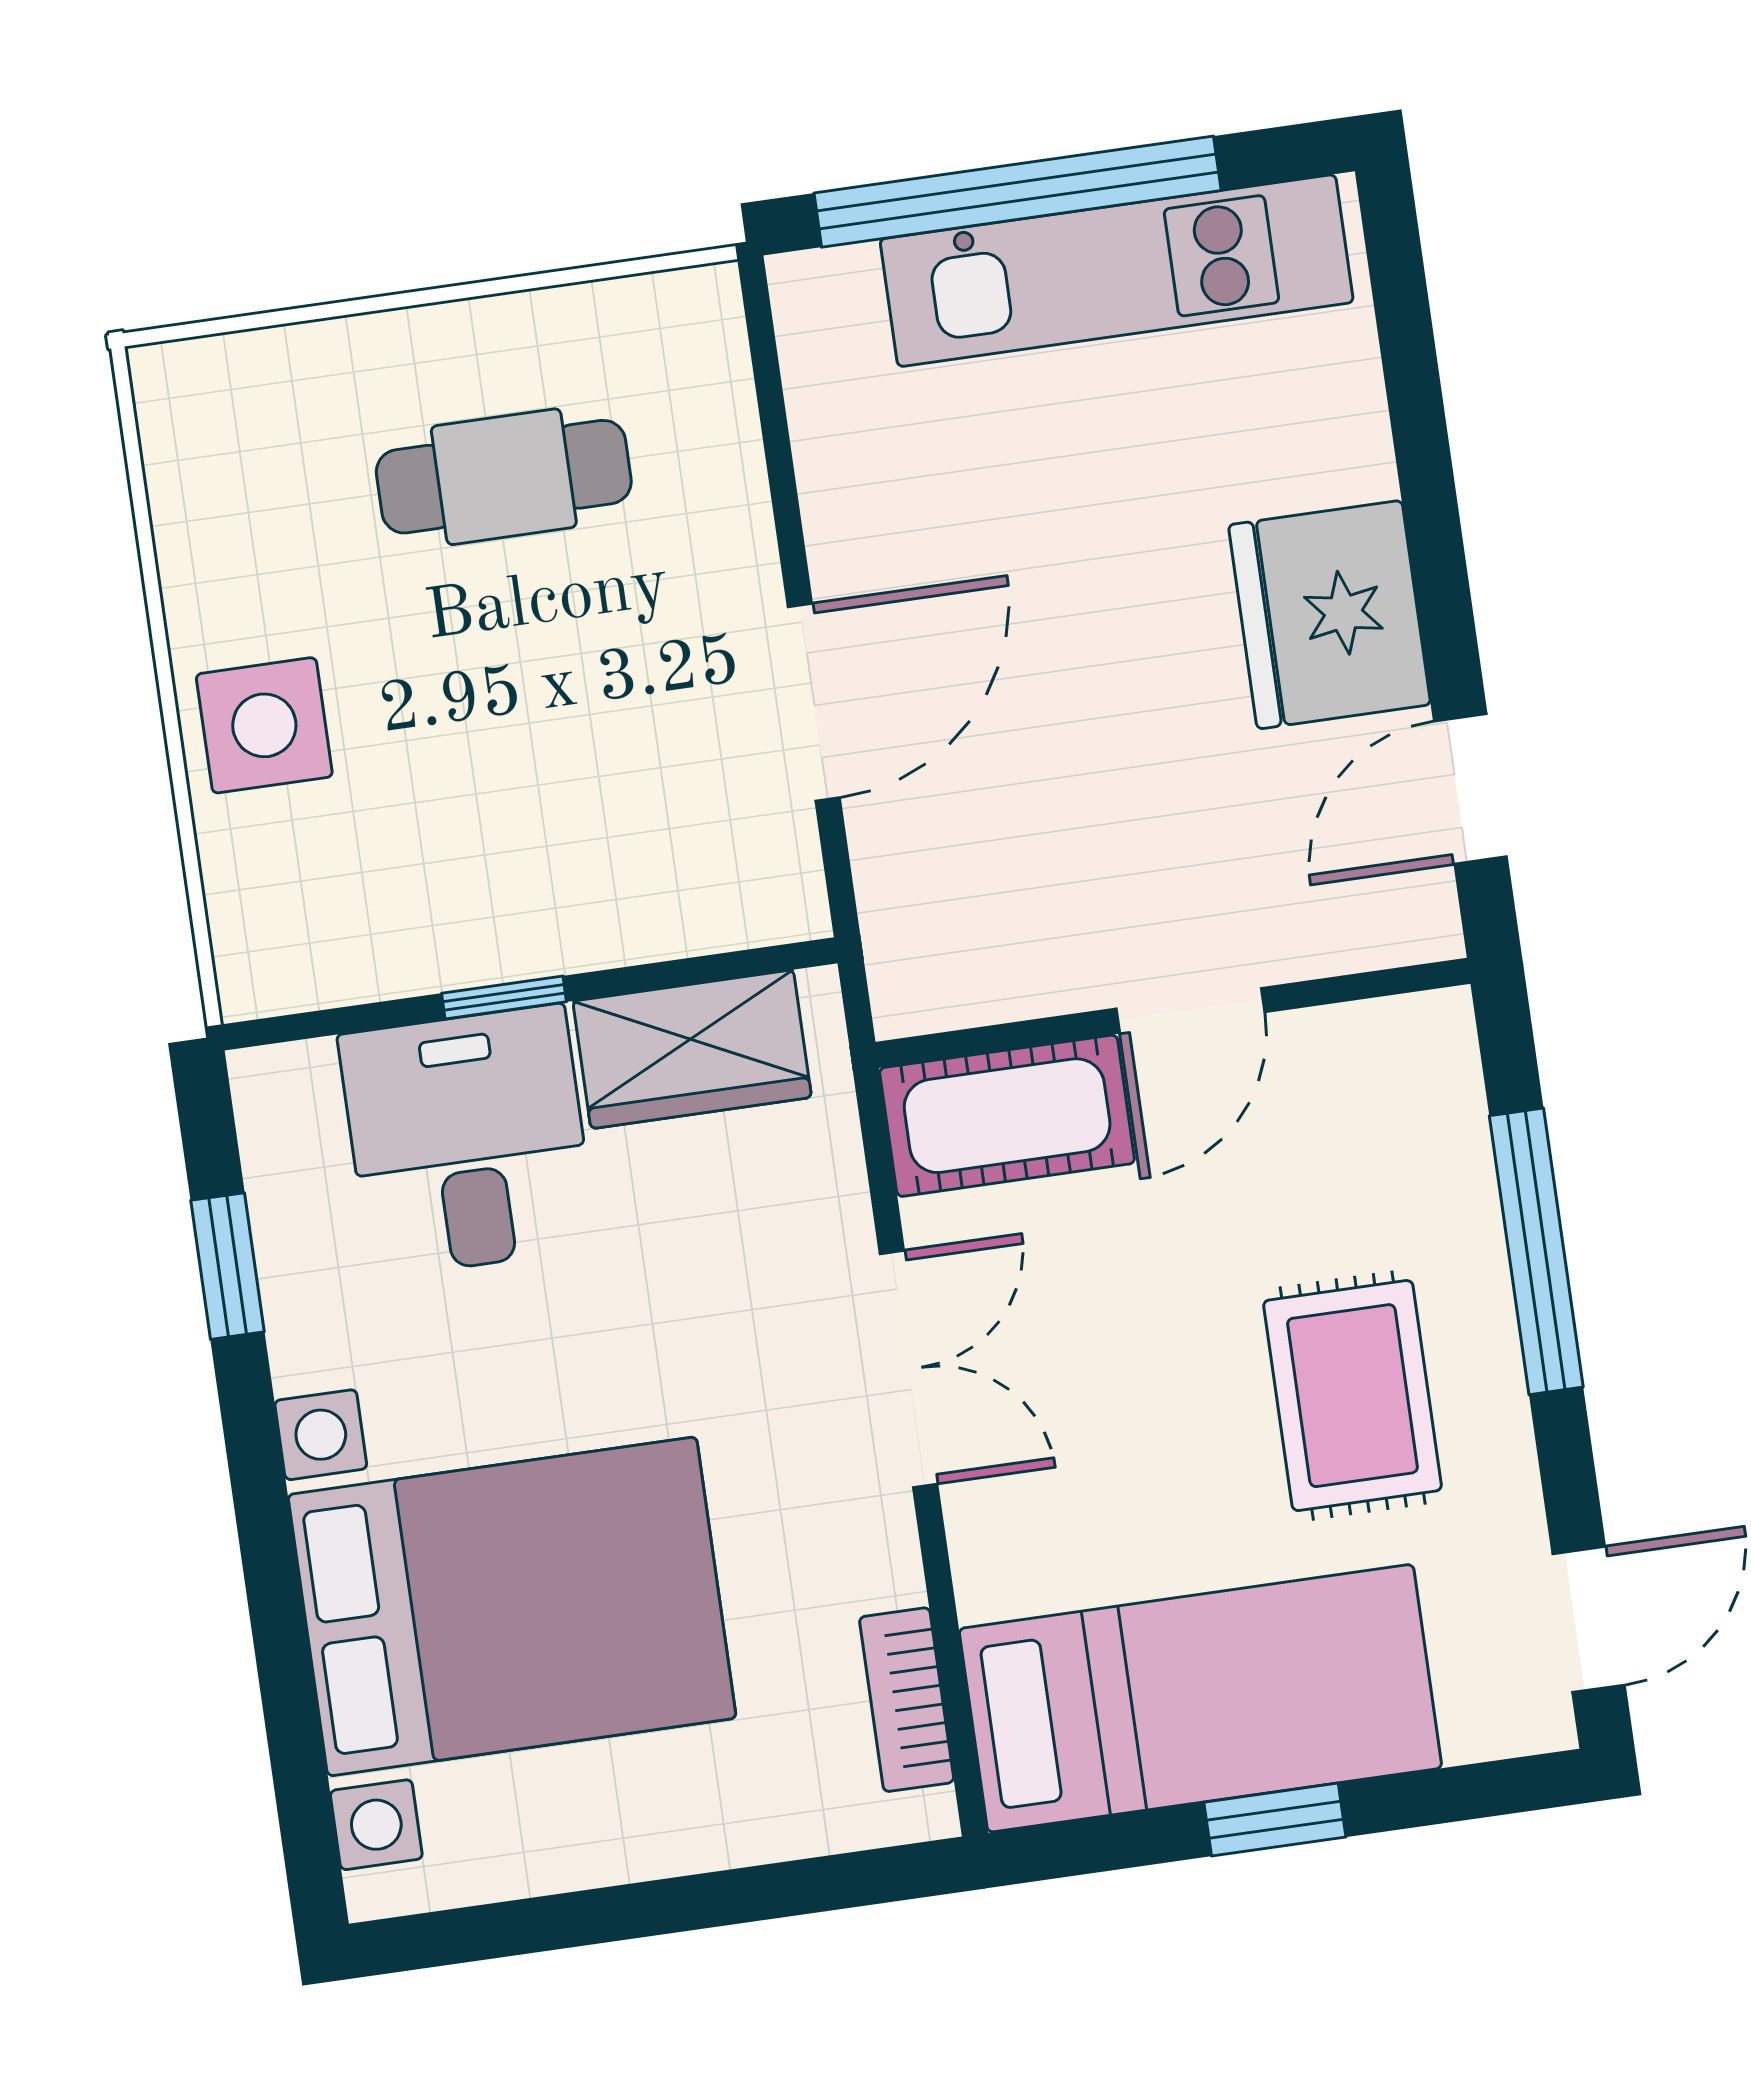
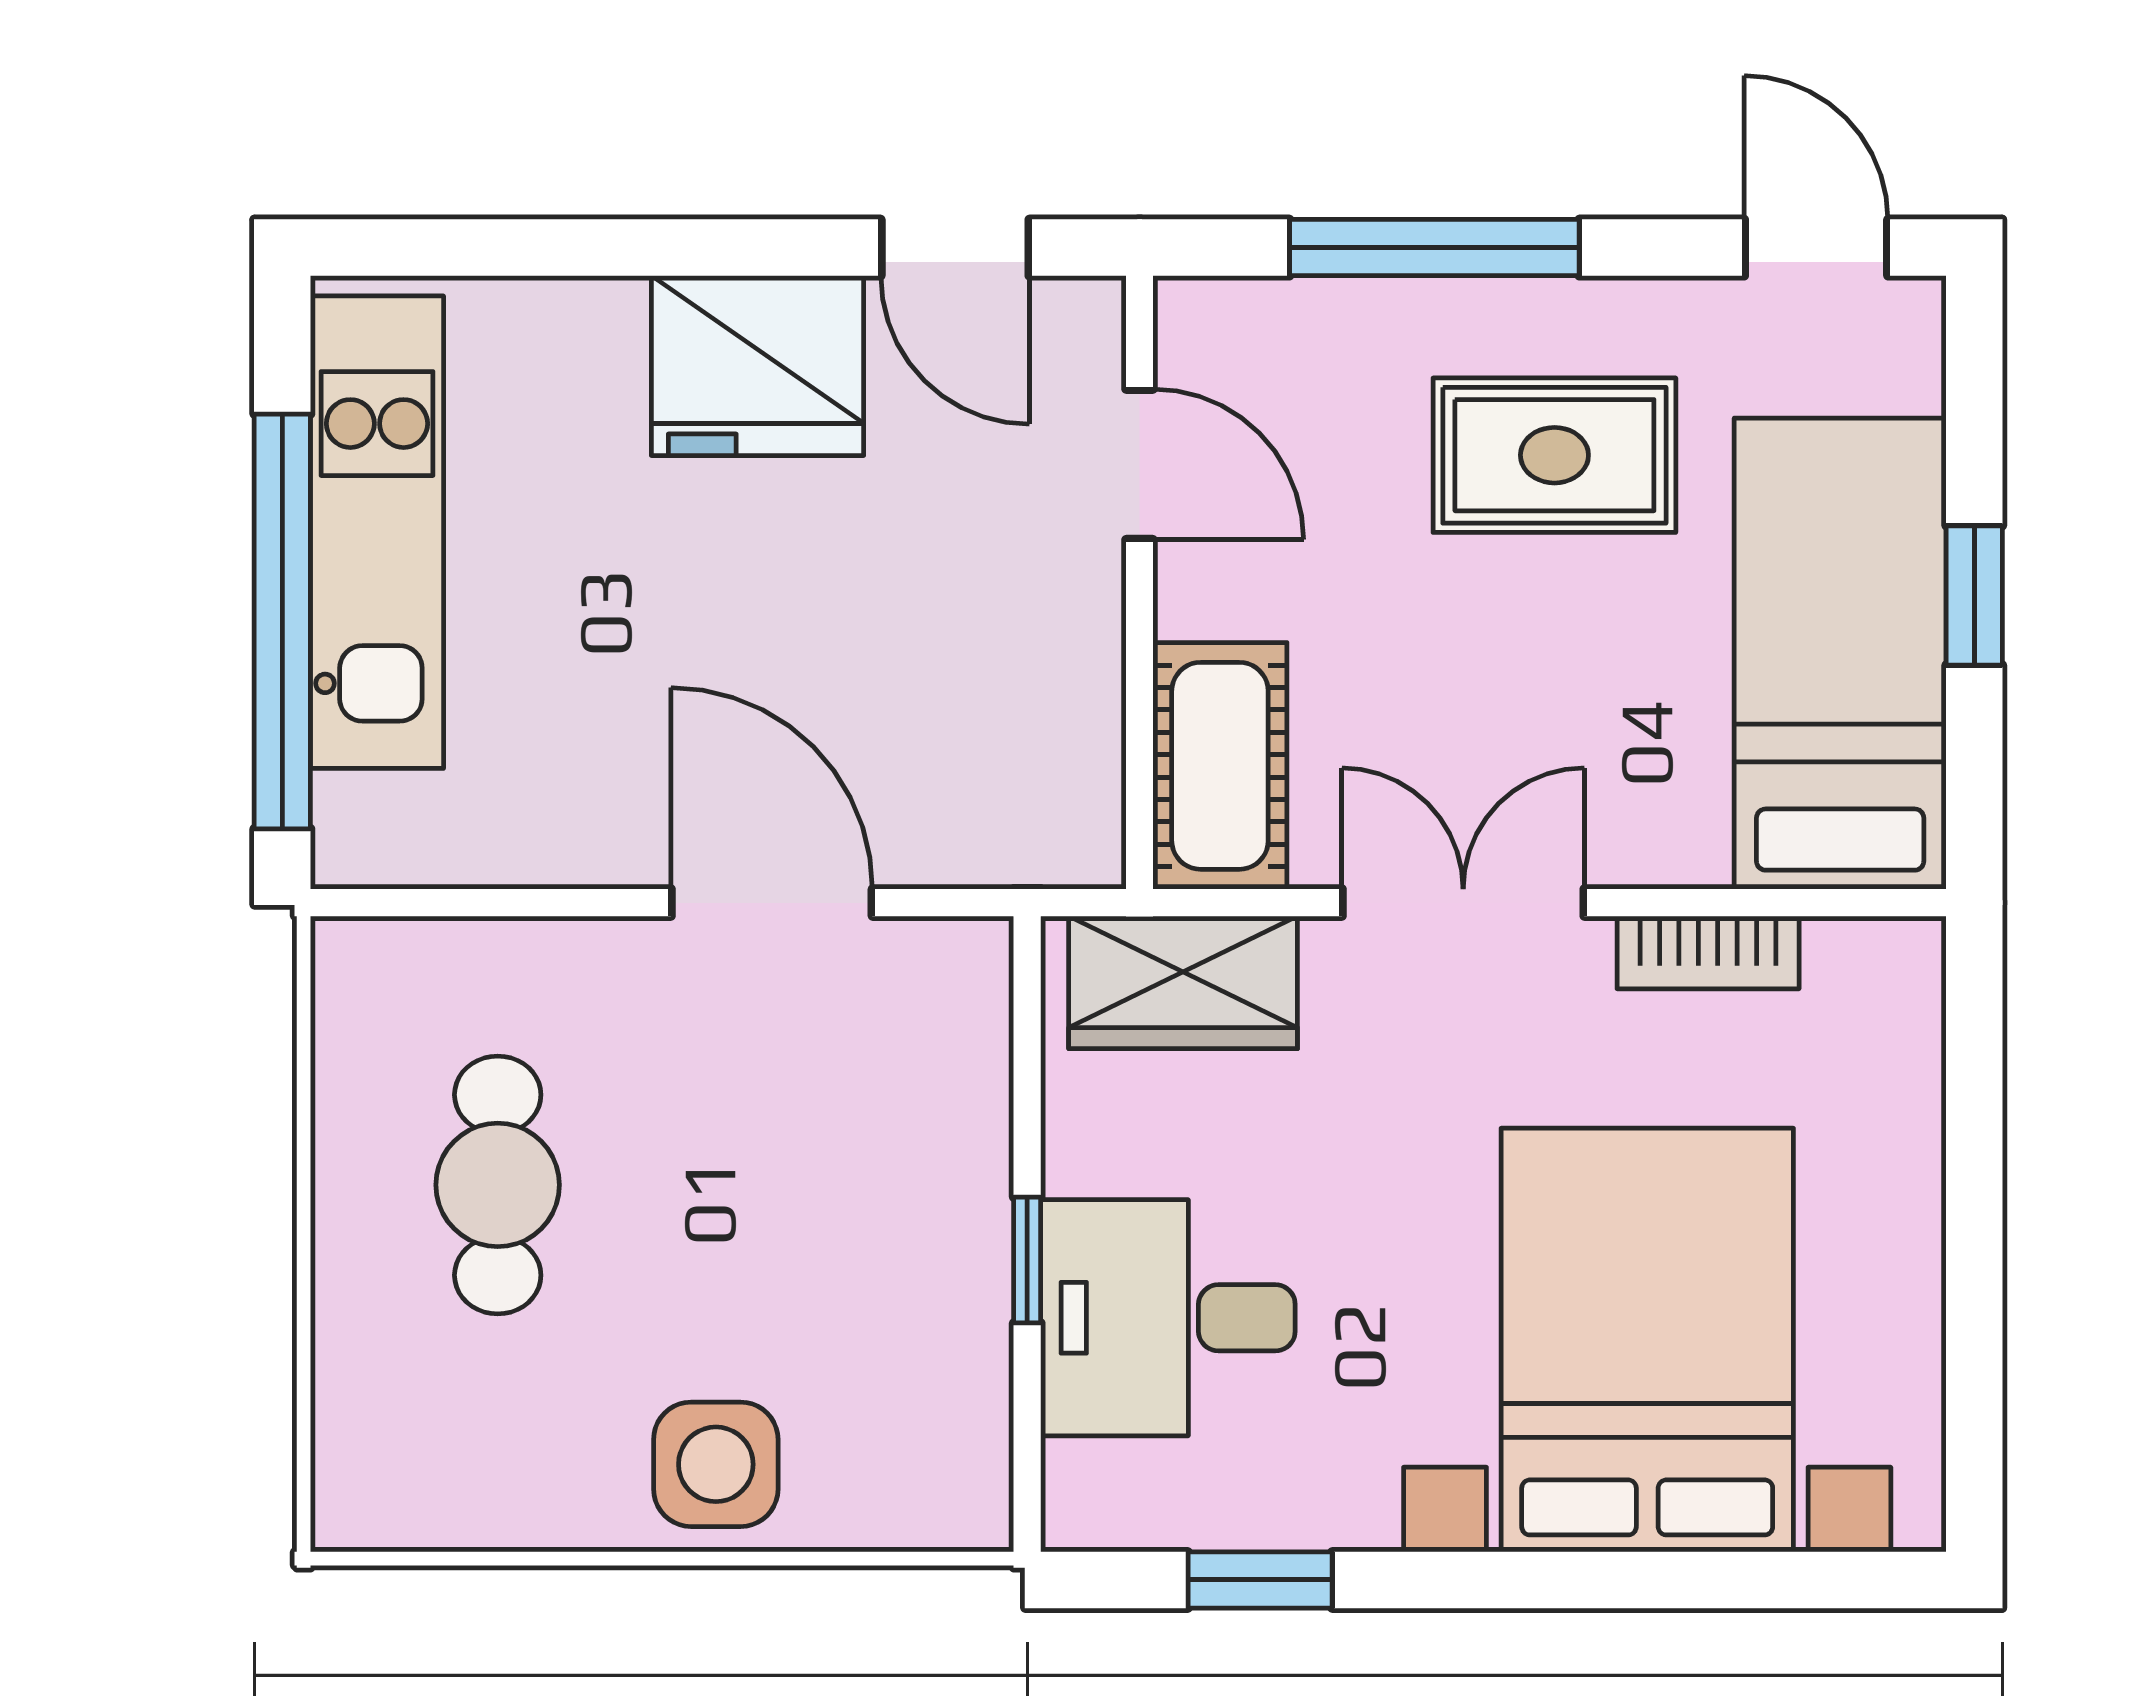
door: (1190, 1010) -> (1140, 464), moved
wardrobe: (692, 1049) -> (1183, 982), moved, turned 90
bookcase: (907, 1700) -> (1708, 952), moved

